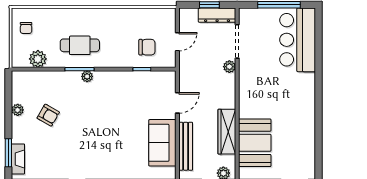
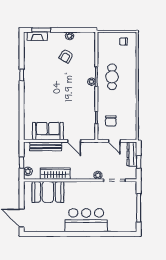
dresser: (217, 15) -> (132, 154), moved
bar counter: (298, 40) -> (86, 220), moved
plant: (38, 59) -> (103, 49), removed

